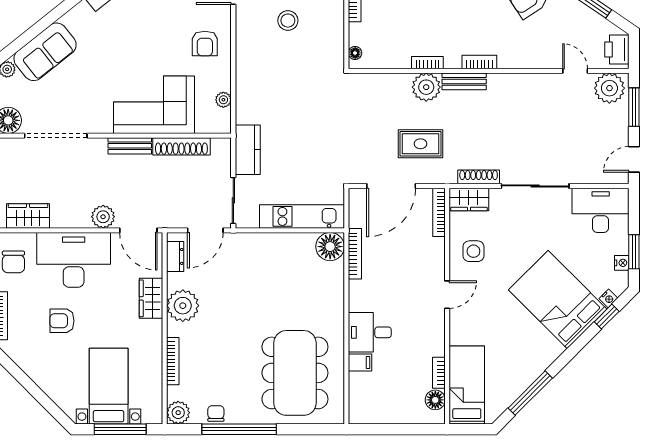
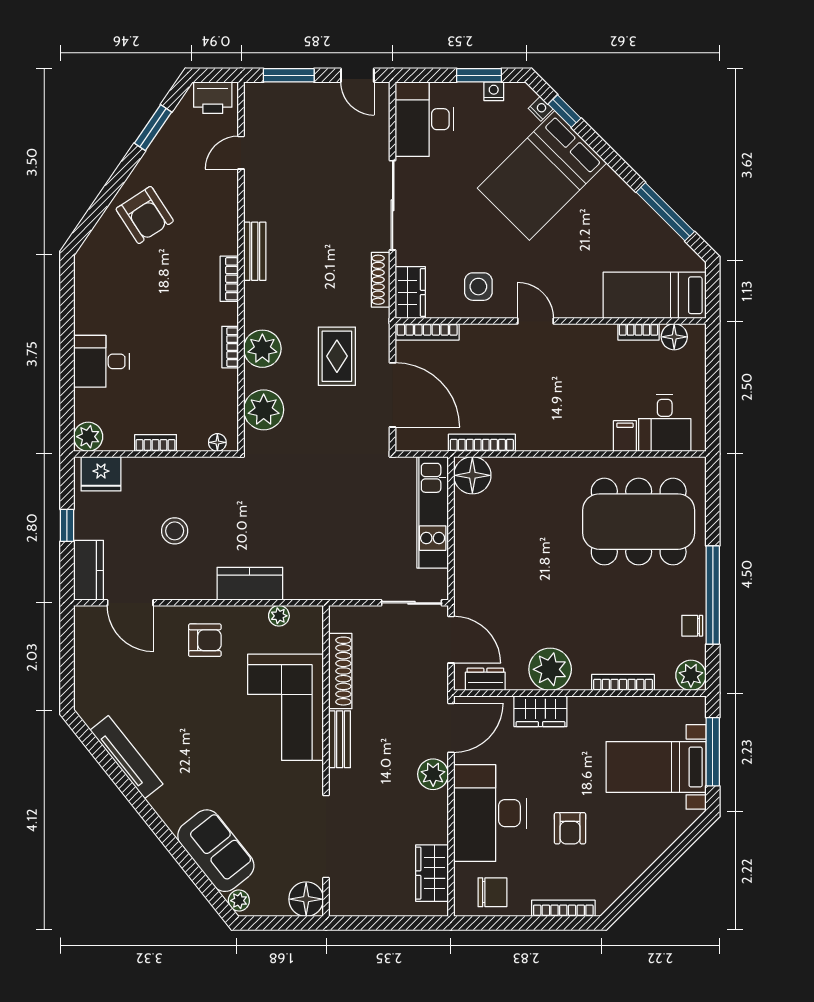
bench: (464, 81) -> (255, 251), moved
plant: (609, 88) -> (264, 410), moved
kitchen counter: (248, 150) -> (250, 584), moved
desk: (370, 332) -> (665, 423), moved

